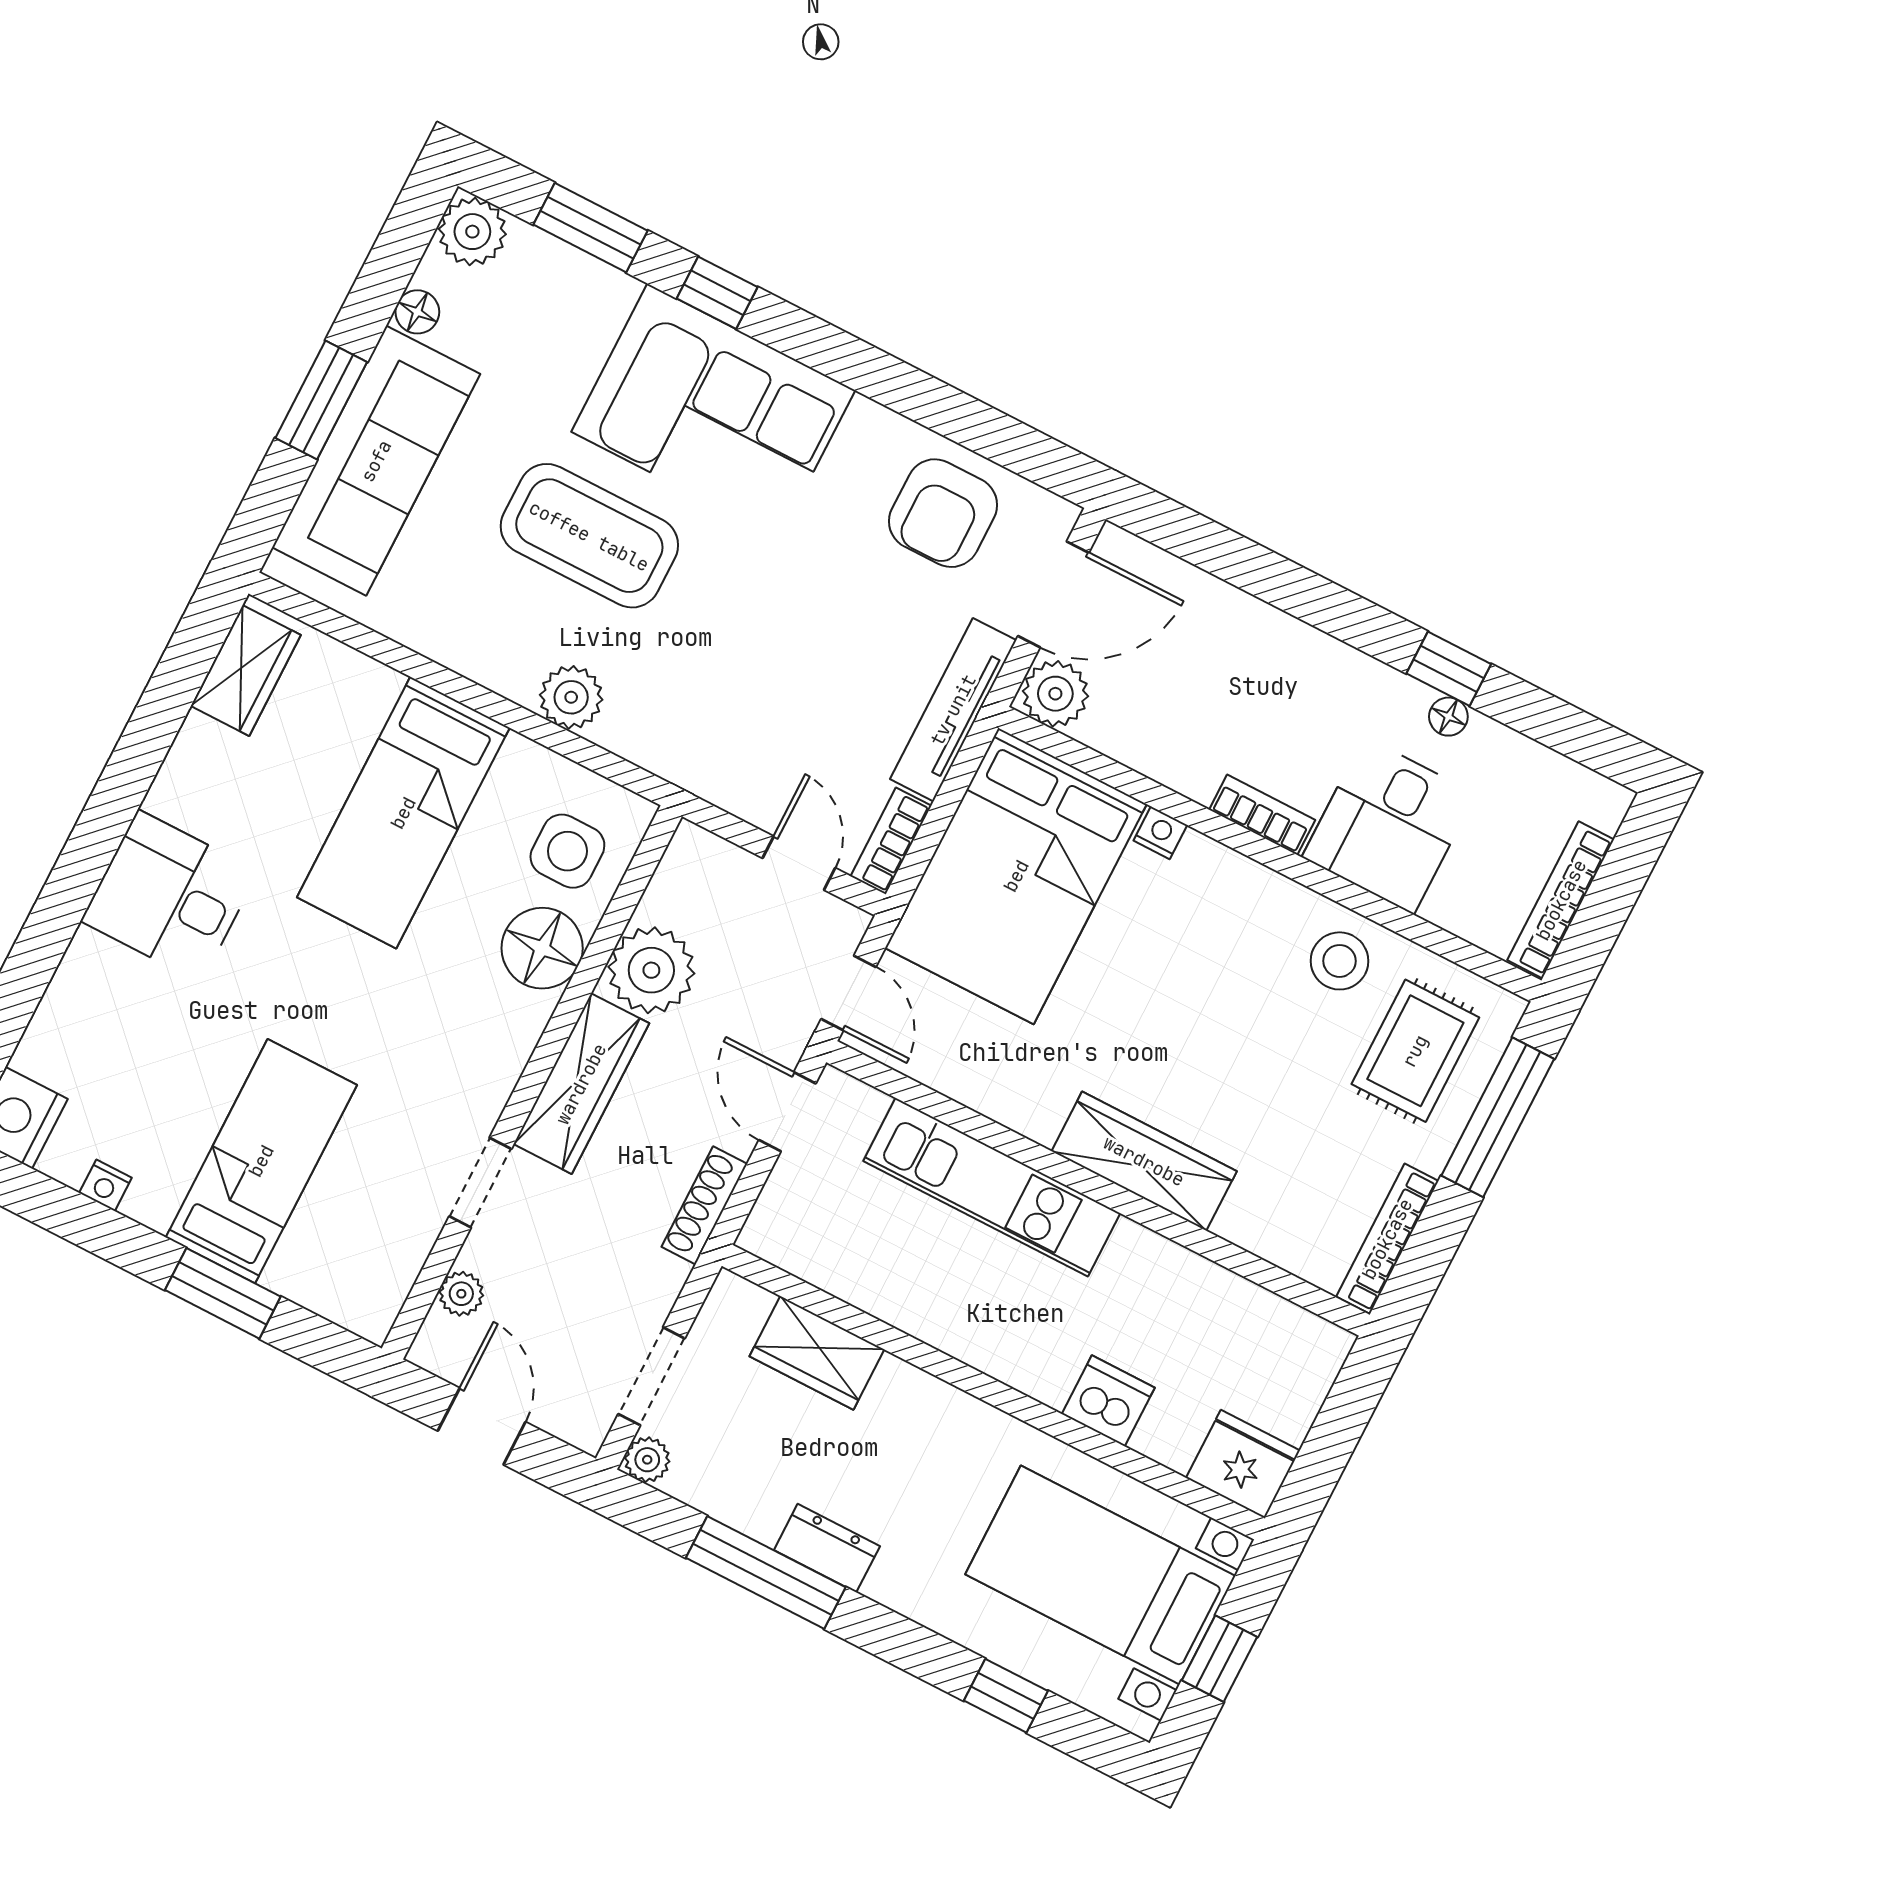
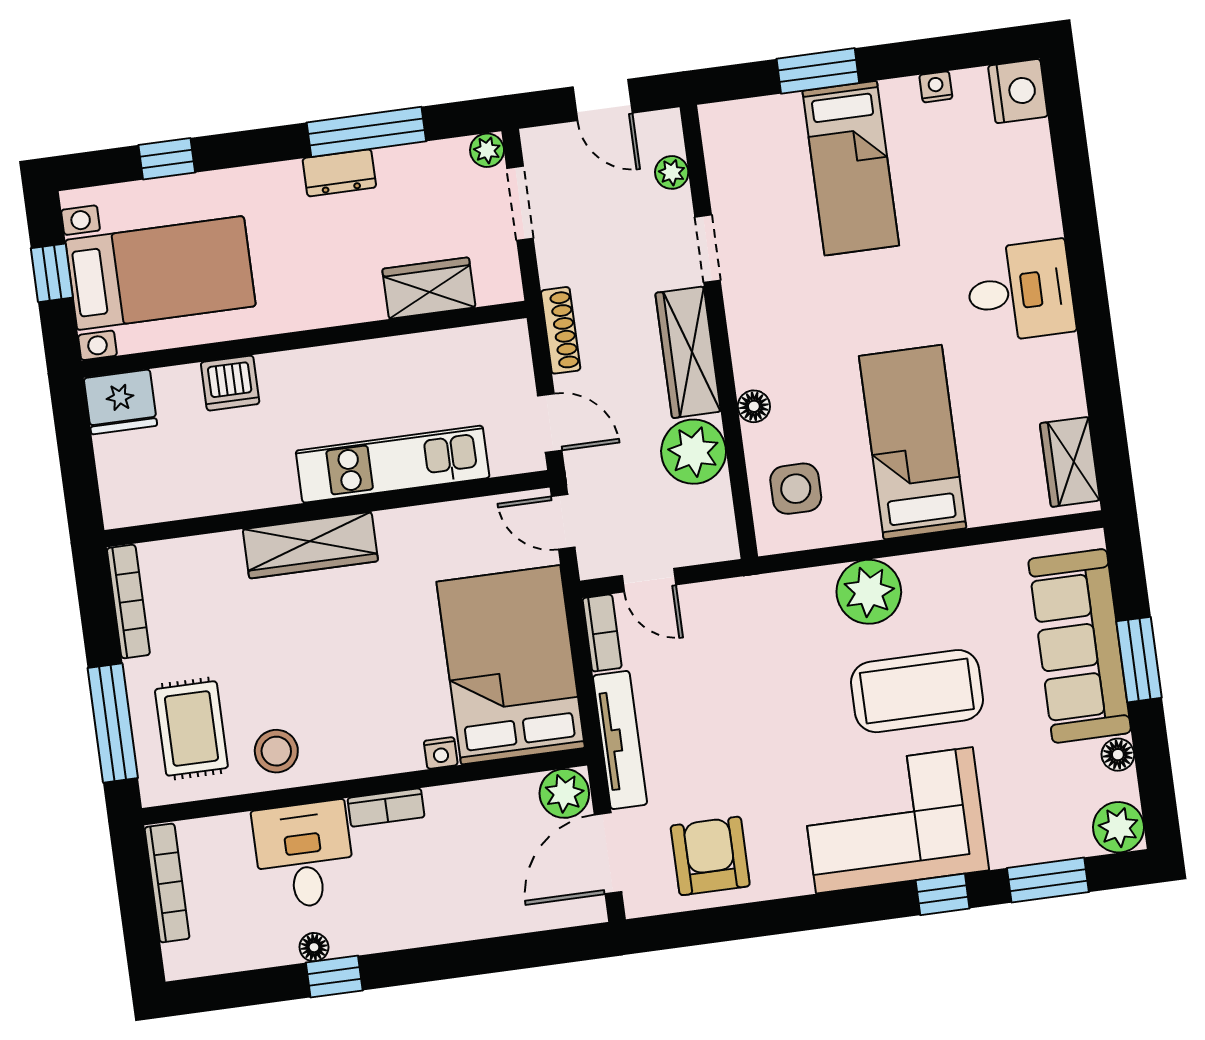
plant: (571, 697) -> (869, 592), width x1.36, depth x1.36
floor lamp: (542, 948) -> (754, 406), width x0.53, depth x0.53

